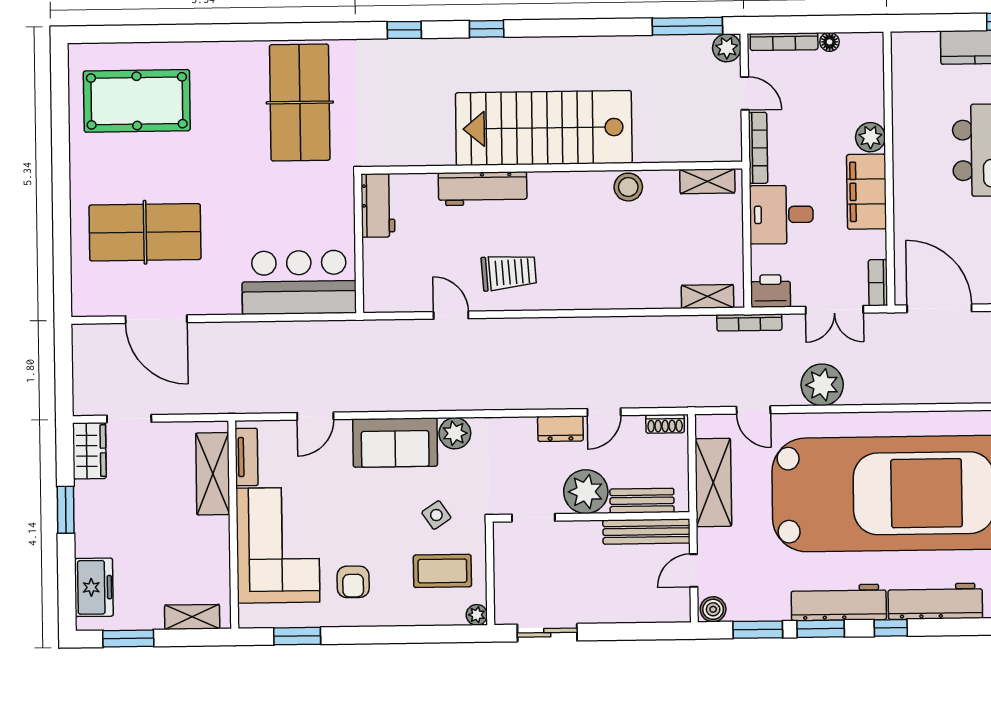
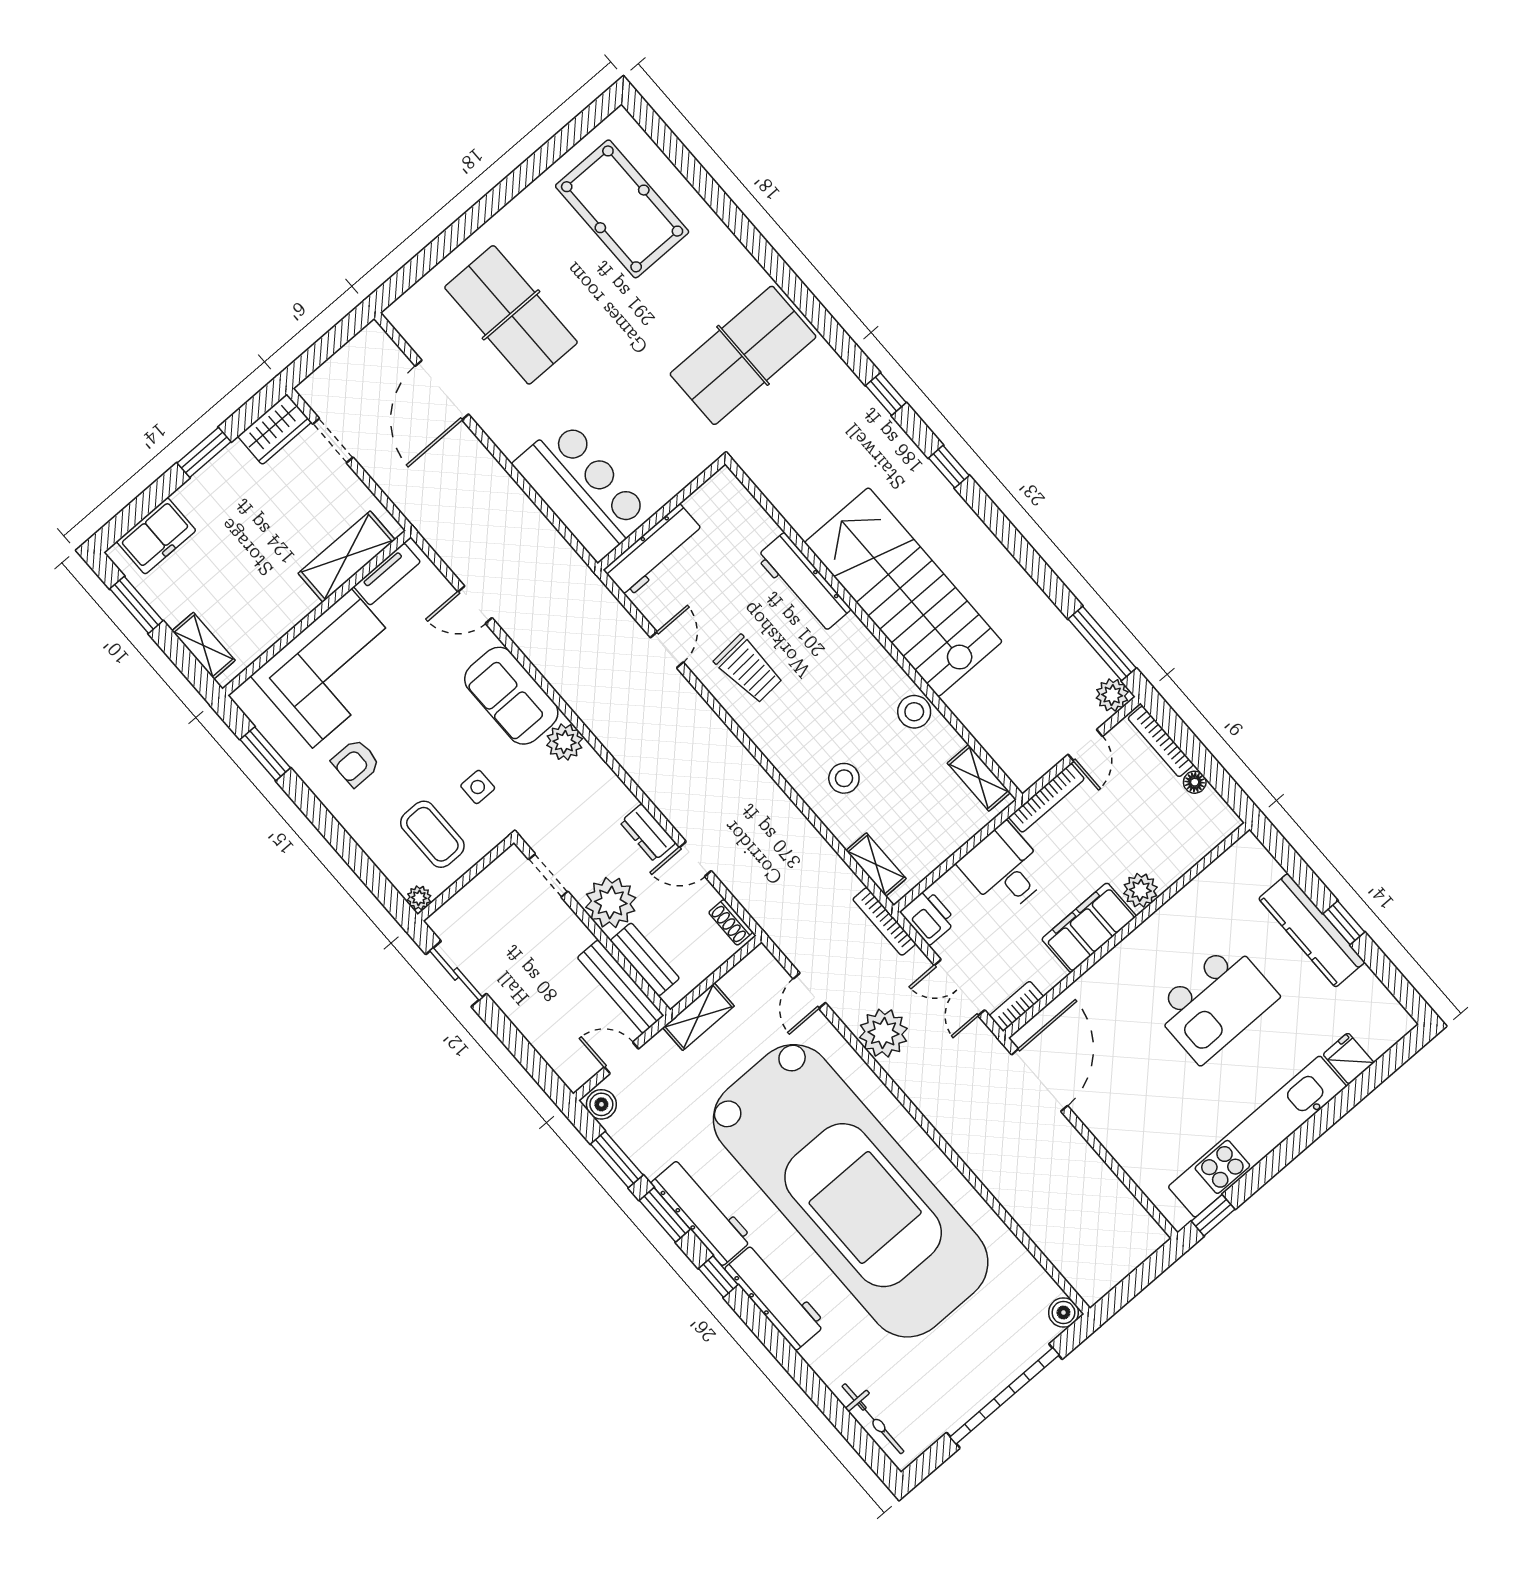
workbench: (378, 205) -> (654, 551), moved, width x1.37
stool: (633, 270) -> (844, 778), added
shelving: (713, 482) -> (698, 1017), width x0.67, depth x0.75
side table: (436, 515) -> (478, 787), turned 34

